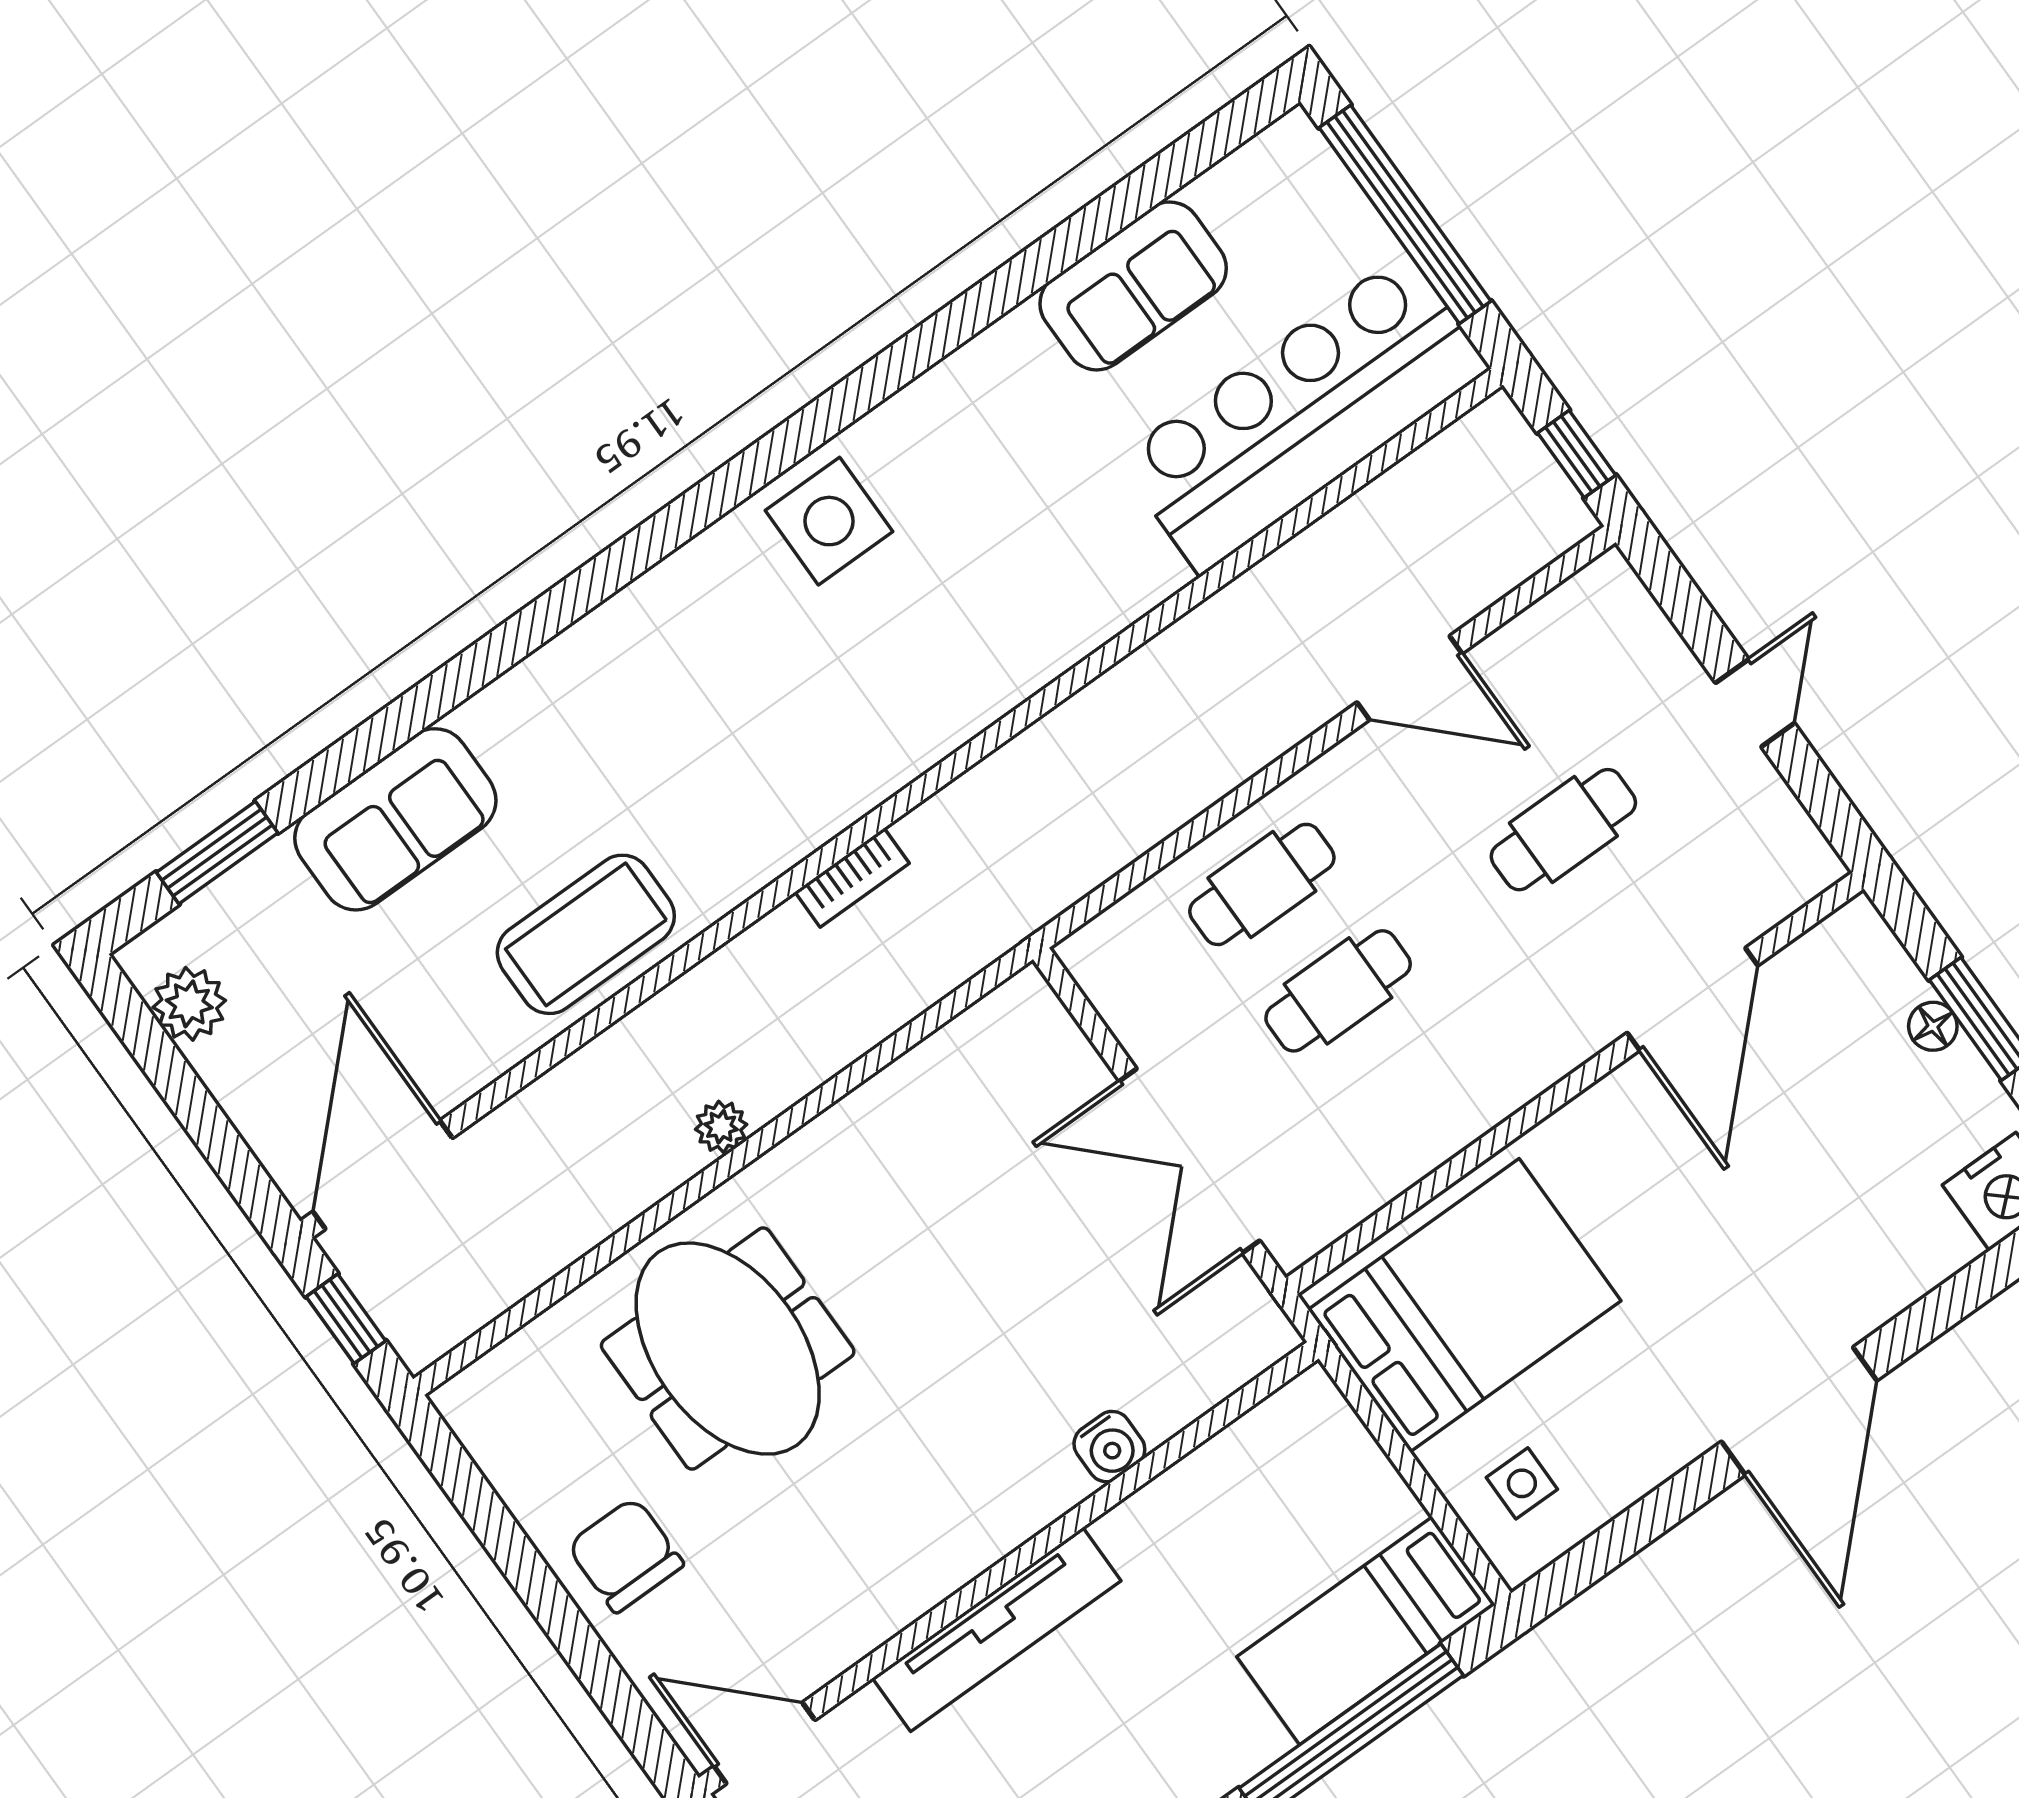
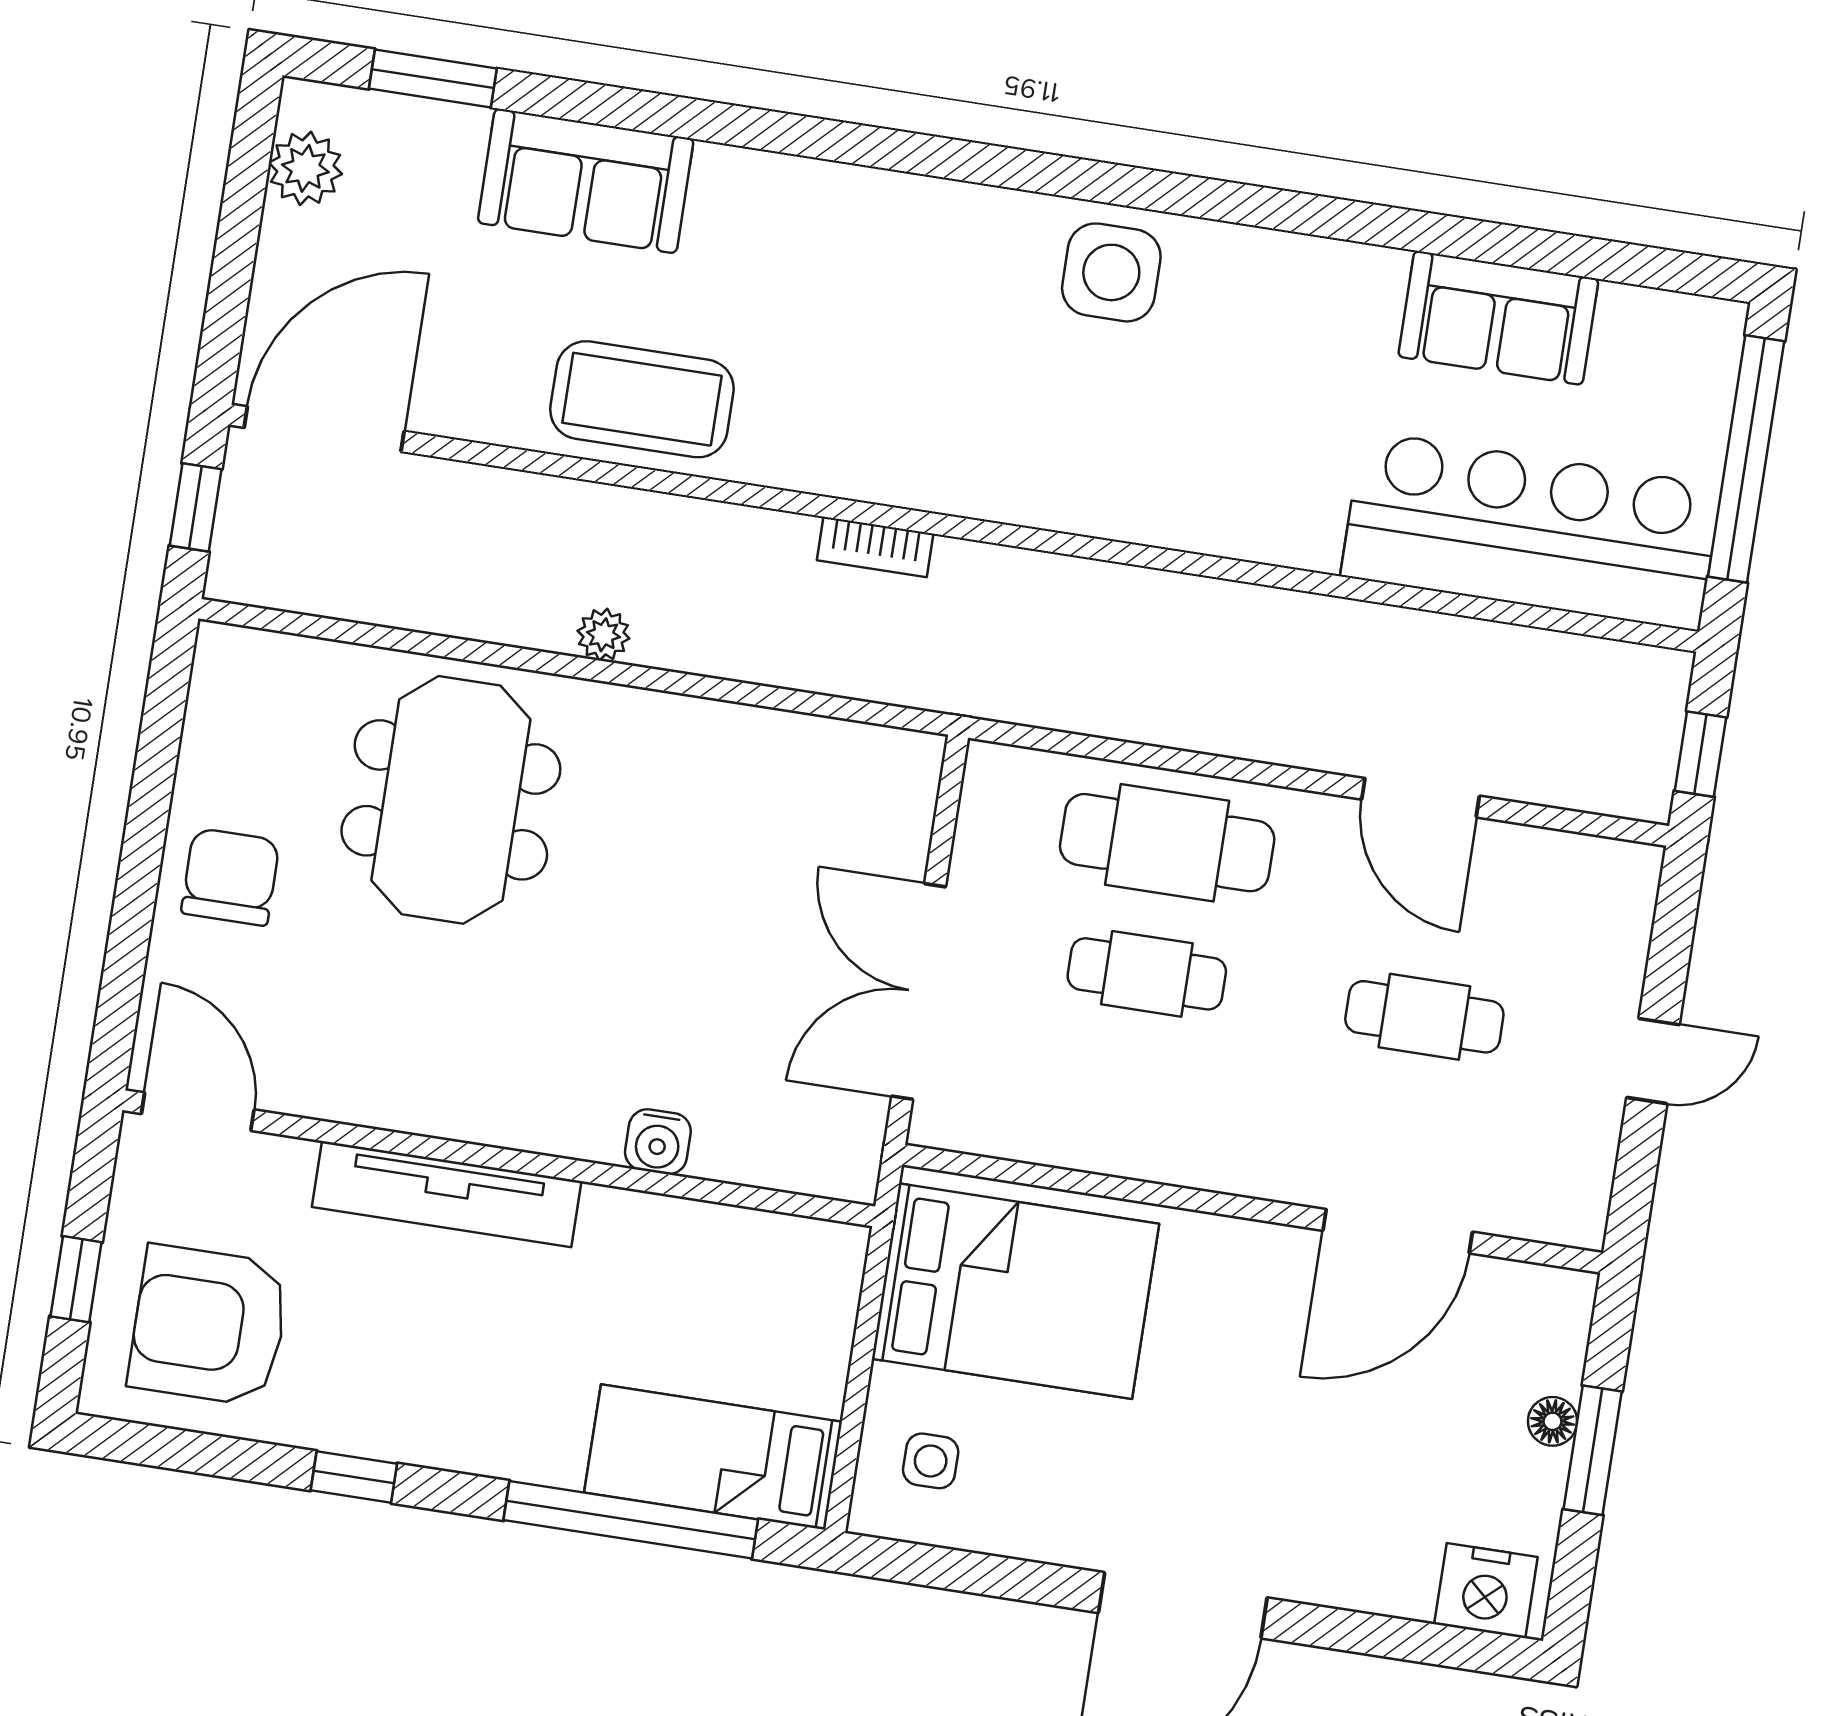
cafe table: (1262, 884) -> (1167, 843), width x1.37, depth x1.35

